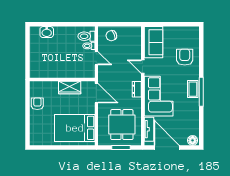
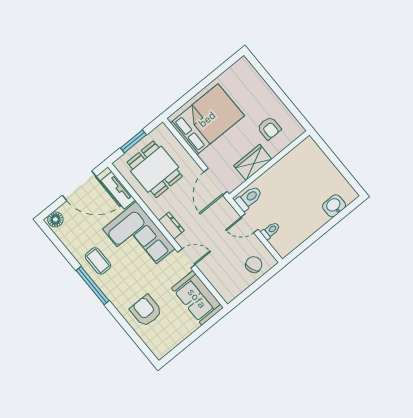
toilet: (86, 36) -> (249, 198), moved
armchair: (185, 57) -> (146, 311), turned 180
coffee table: (193, 89) -> (98, 261), moved
door: (96, 93) -> (215, 182), hinge flipped
armchair: (37, 104) -> (269, 128), moved

